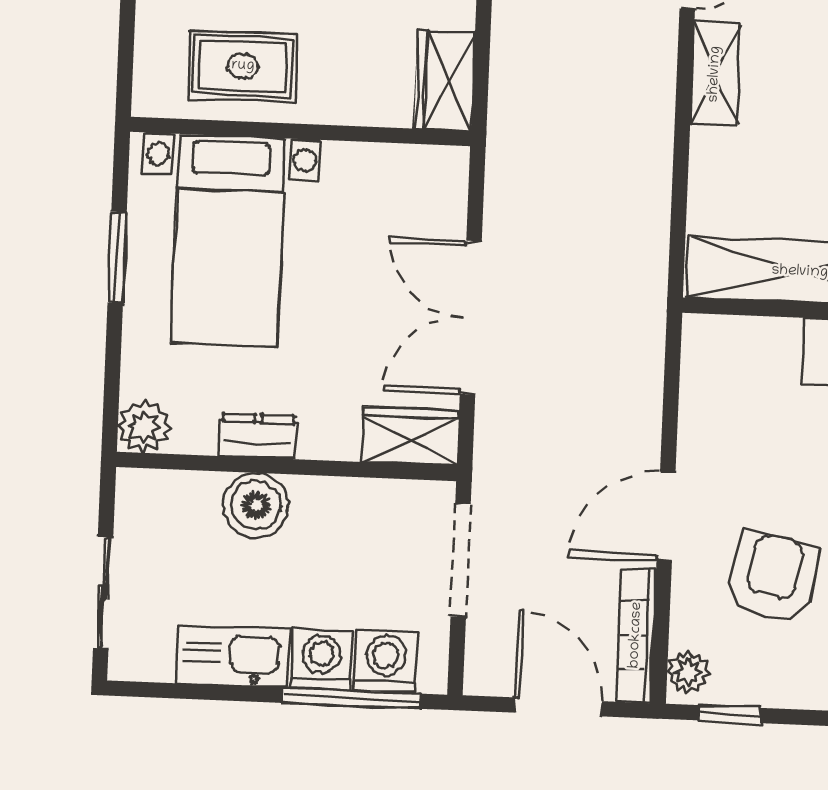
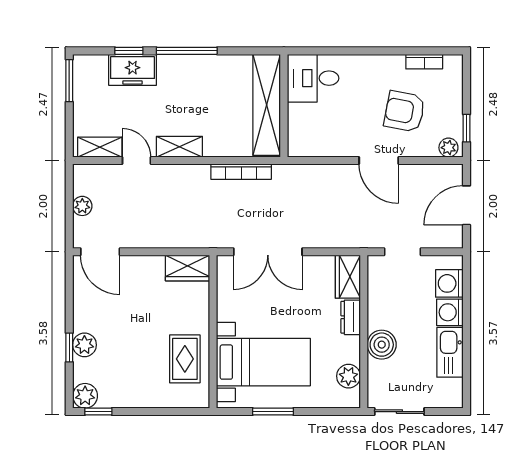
double door: (471, 318) -> (268, 252), moved
plant: (144, 427) -> (348, 376), moved
dresser: (258, 436) -> (351, 317), moved
doorway: (461, 560) -> (403, 252), width x0.73
sliding door: (103, 593) -> (399, 412), moved
bookcase: (636, 635) -> (241, 172), moved
window: (351, 698) -> (466, 298), removed

